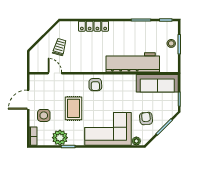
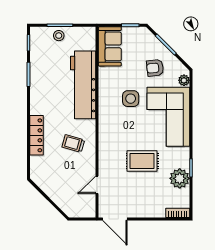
trolley: (60, 47) -> (73, 143), moved
sofa: (157, 83) -> (110, 46), width x0.73
armchair: (95, 85) -> (112, 133), removed
door: (28, 100) -> (115, 219), moved
side table: (44, 115) -> (131, 99), moved

